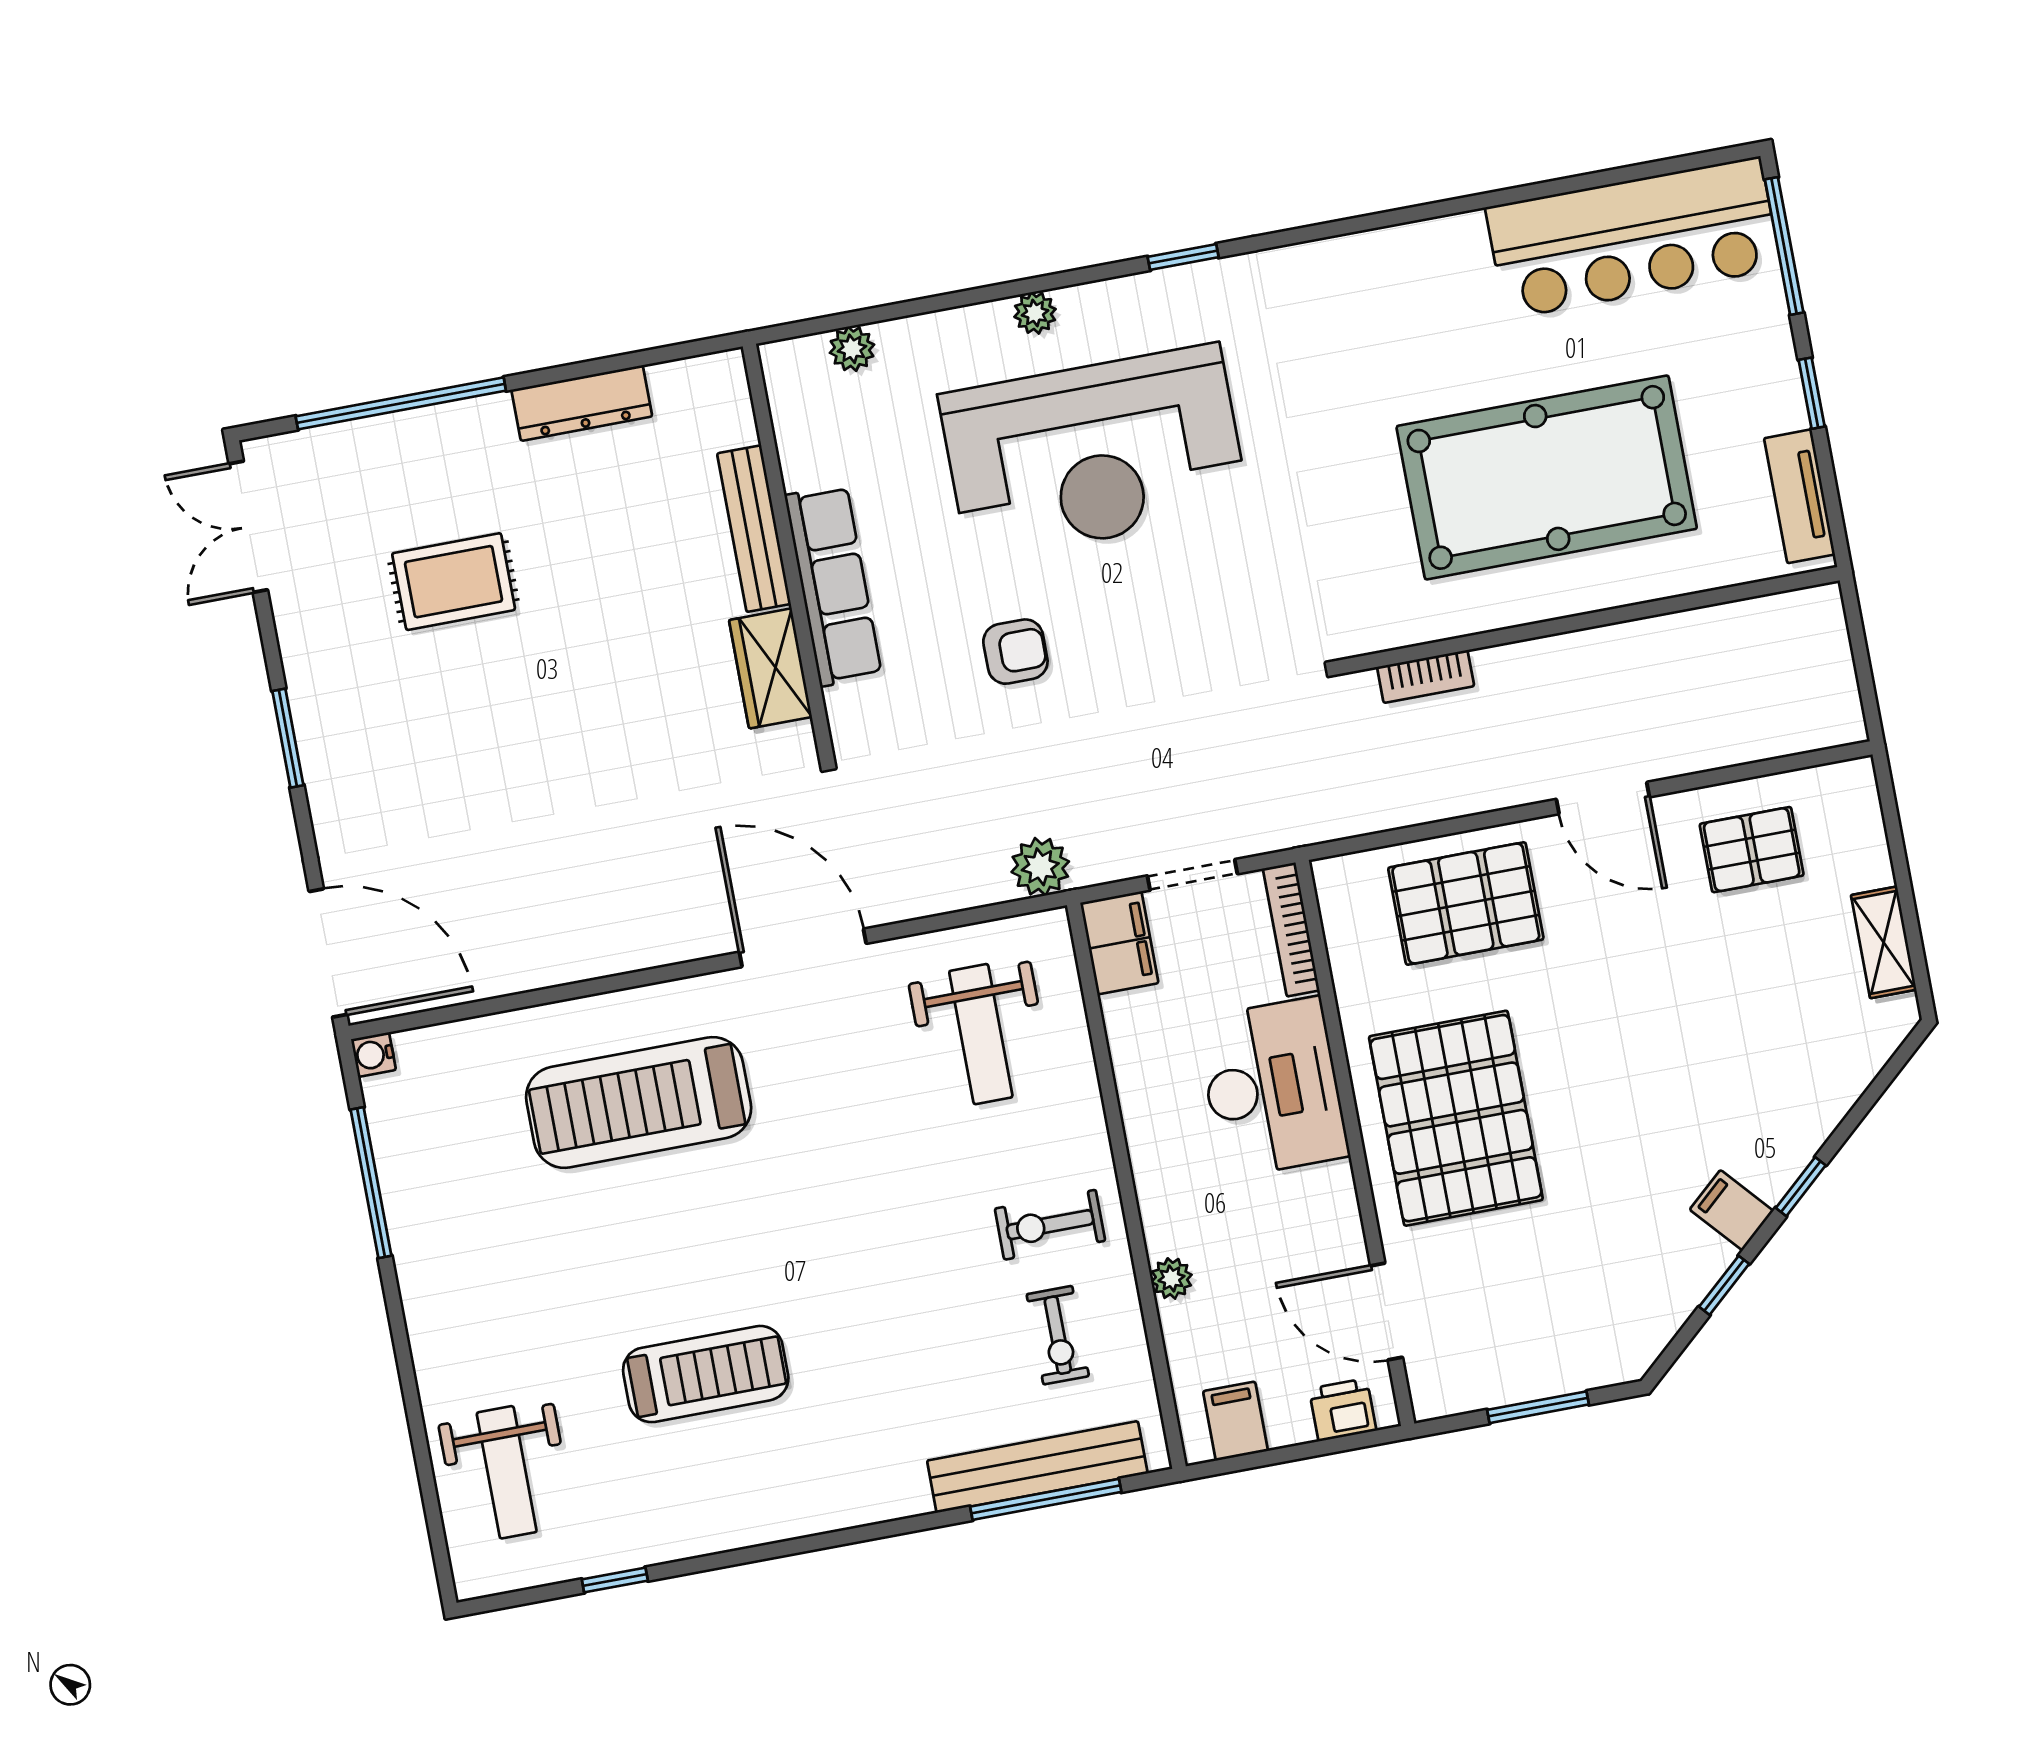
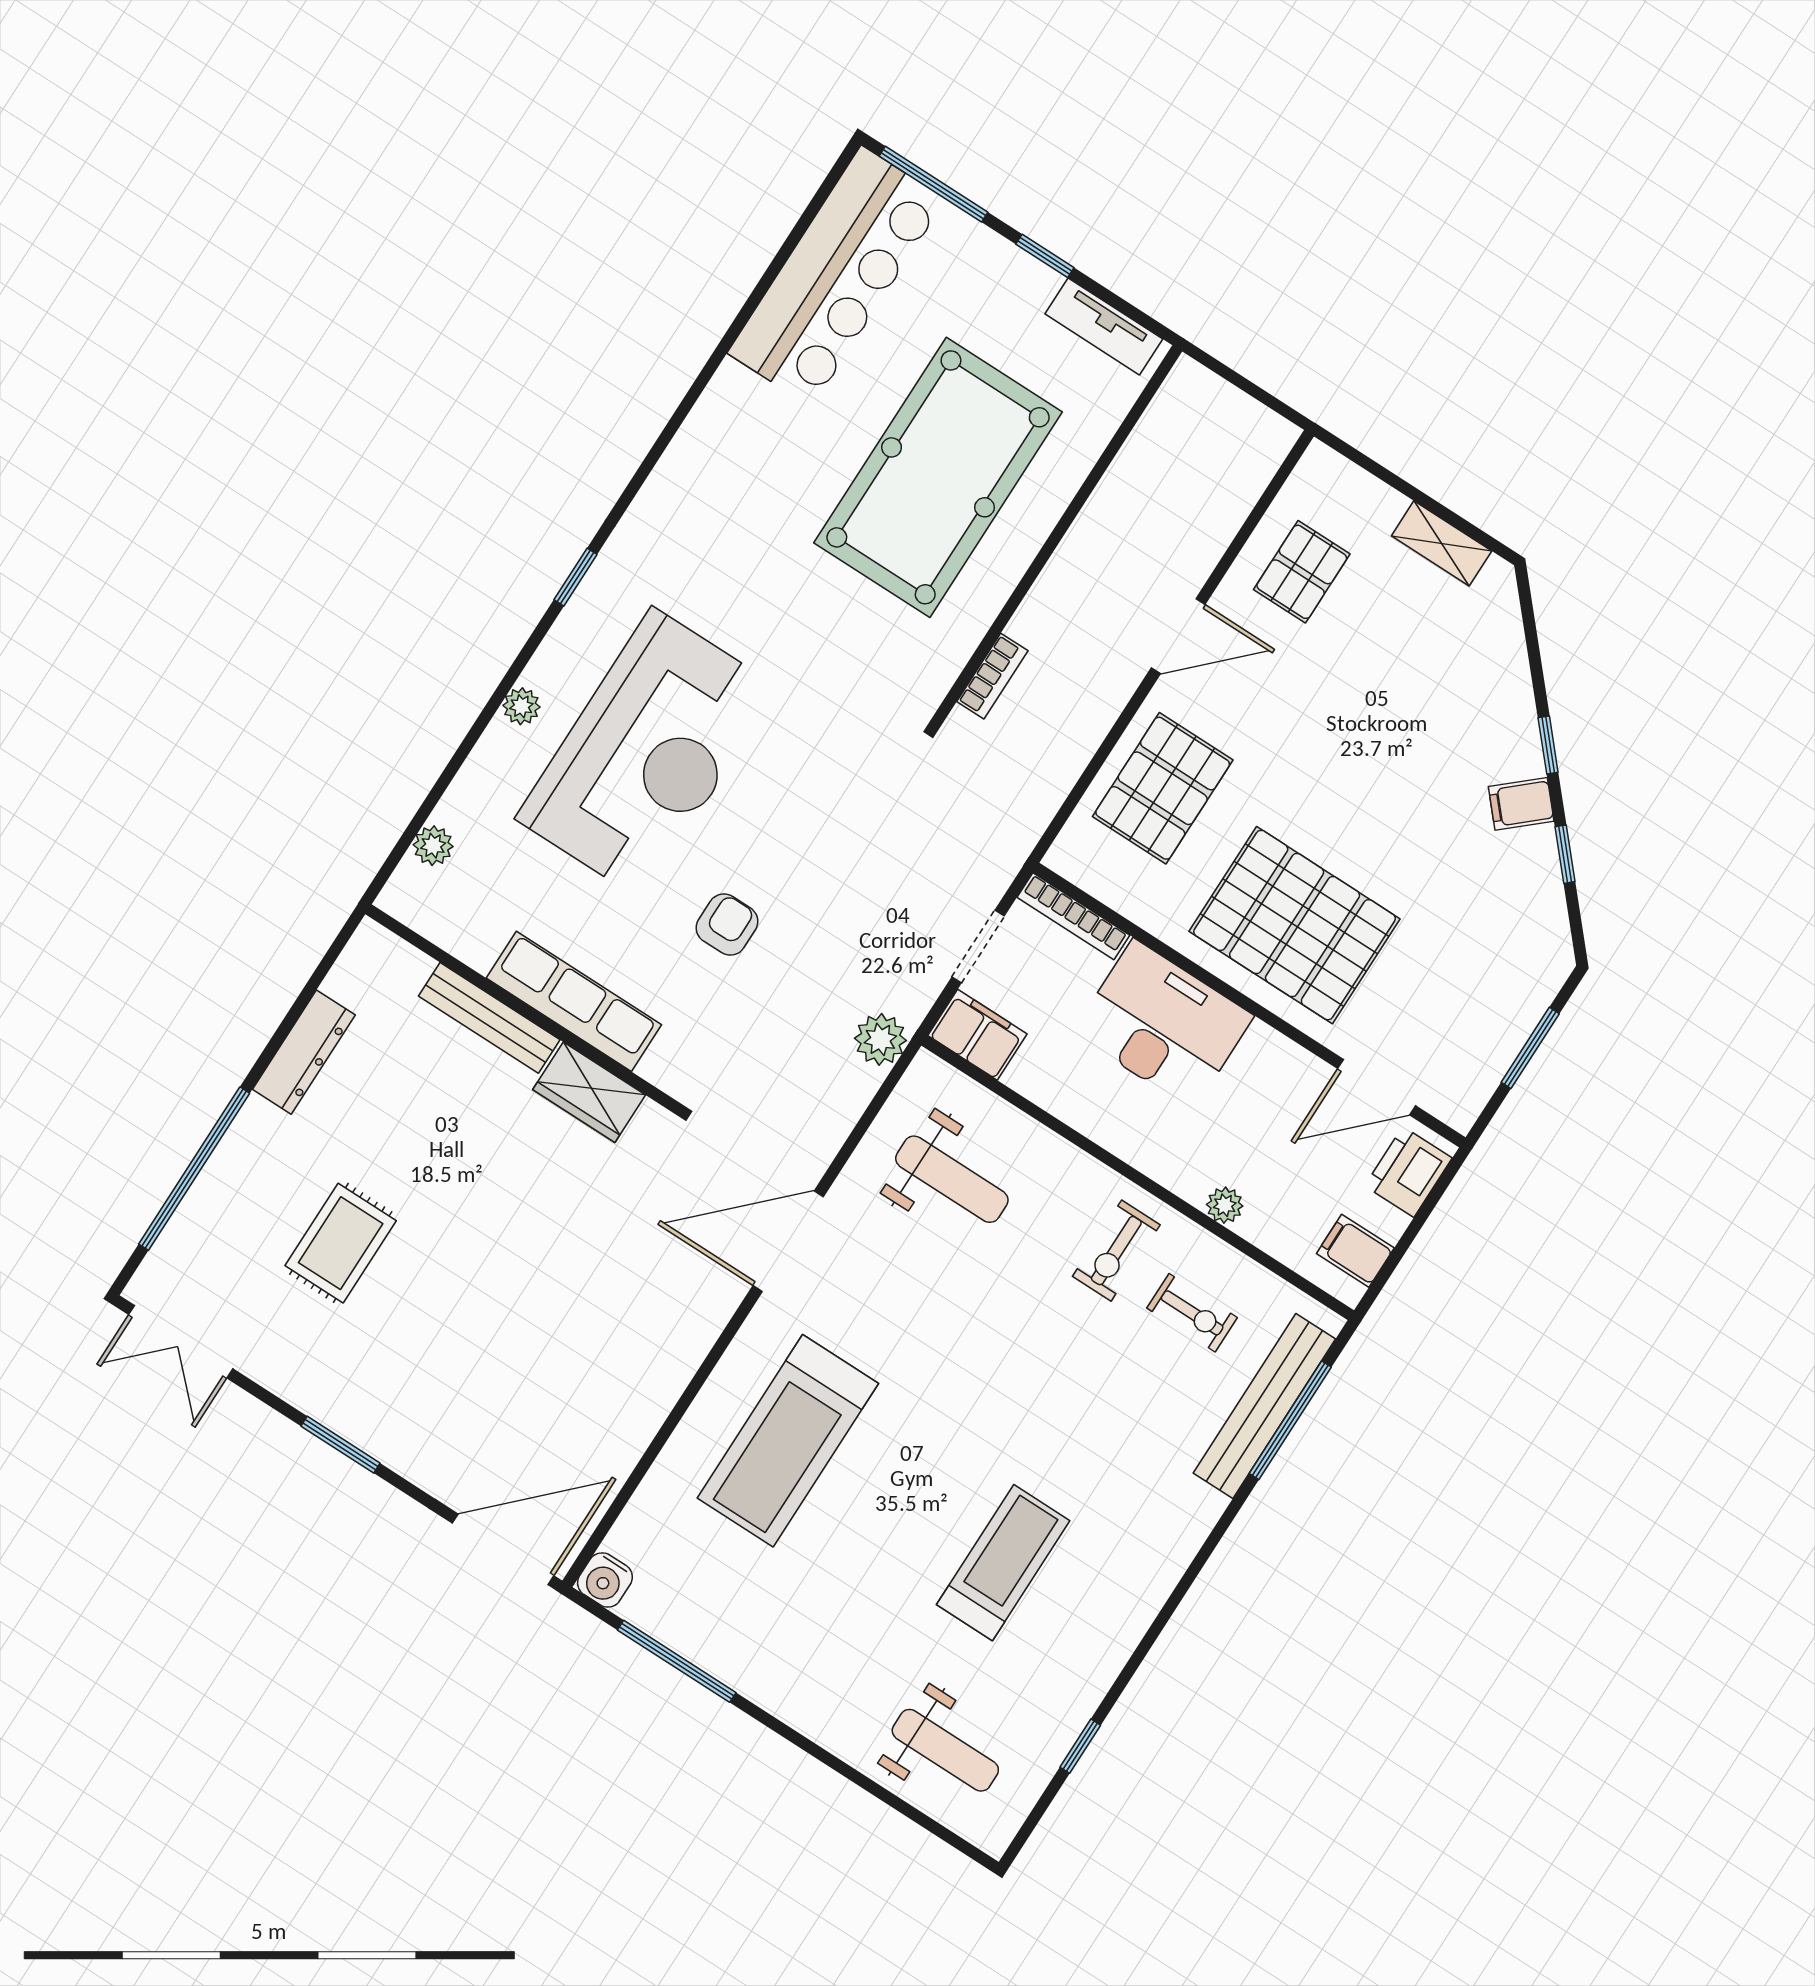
water cooler: (373, 1055) -> (605, 1580), width x1.38, depth x1.38
printer: (1343, 1410) -> (1408, 1172), width x1.36, depth x1.24

